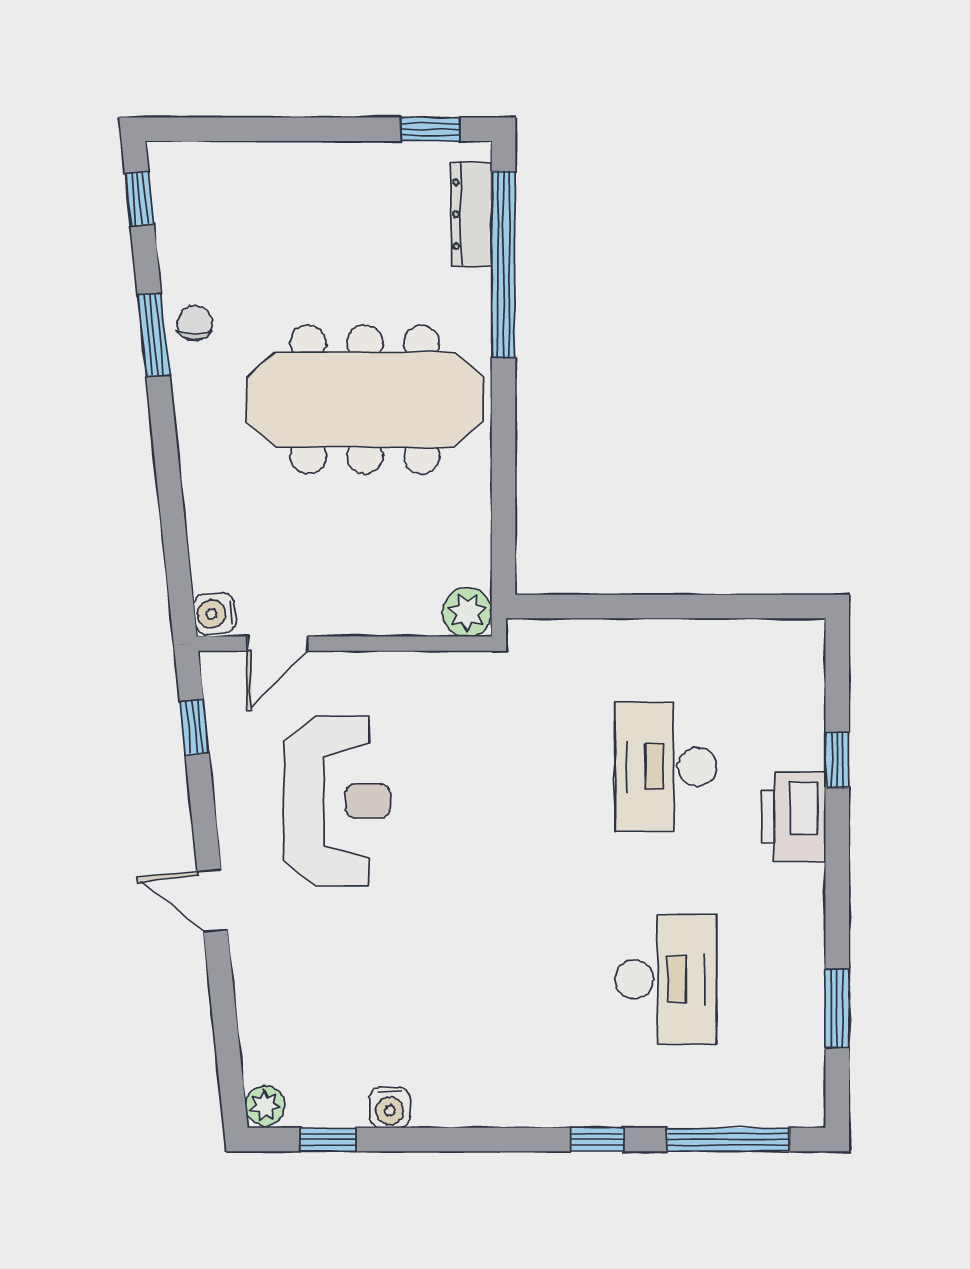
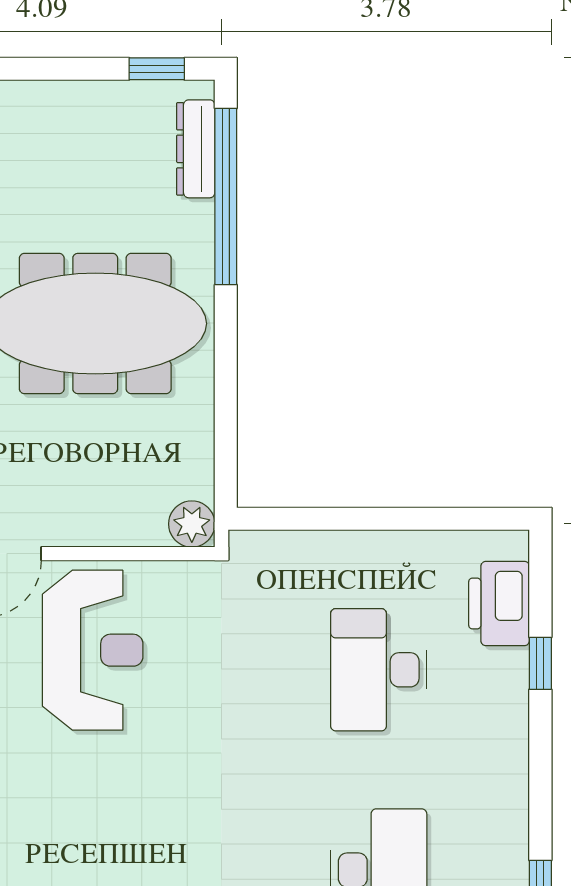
reception desk: (337, 801) -> (93, 650), moved
printer: (793, 816) -> (499, 604), moved

